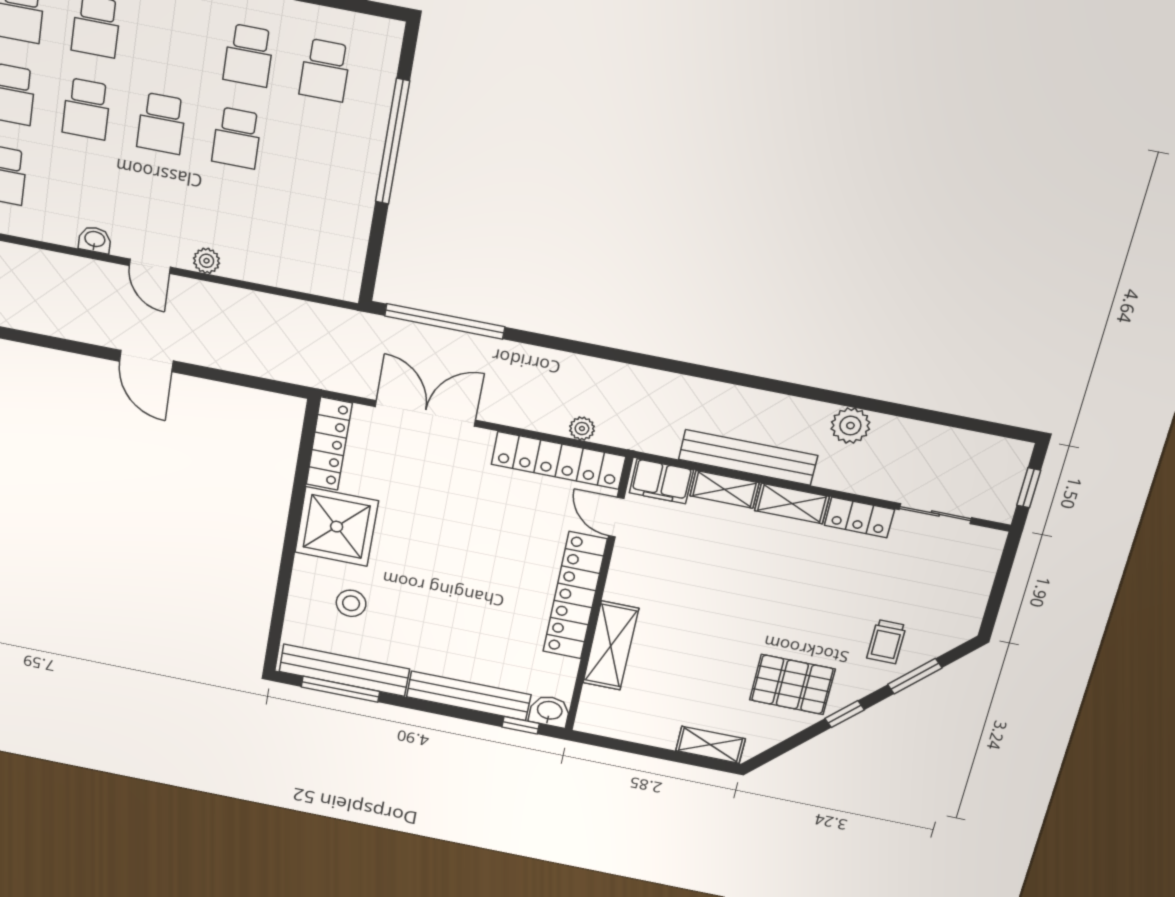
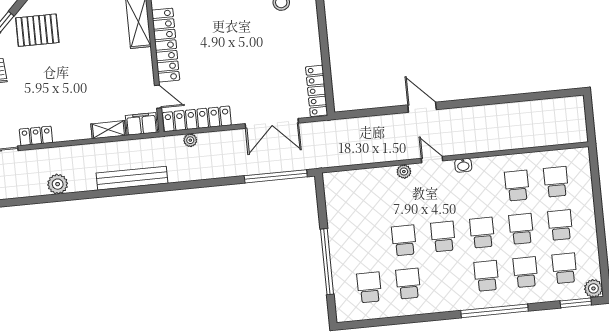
bench: (748, 457) -> (132, 178), moved
shelving: (792, 504) -> (72, 133), removed
shower: (337, 527) -> (301, 45), removed

